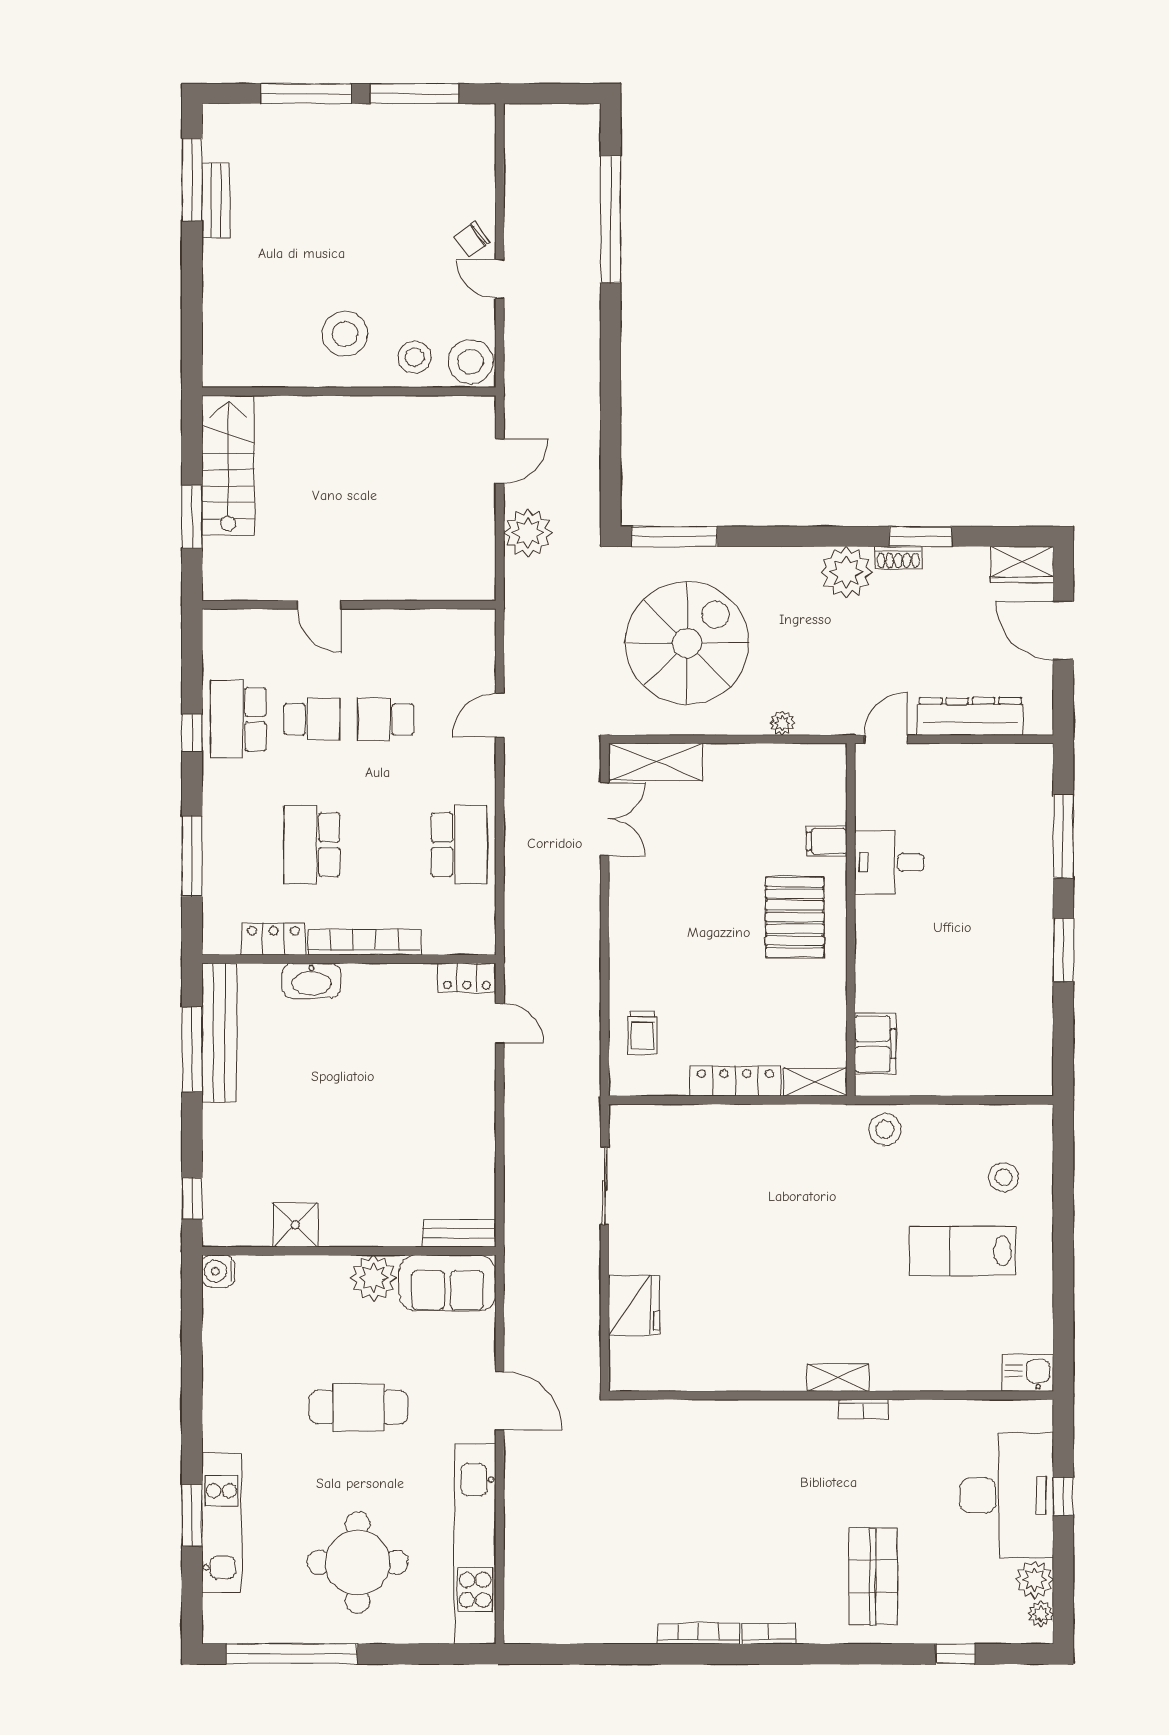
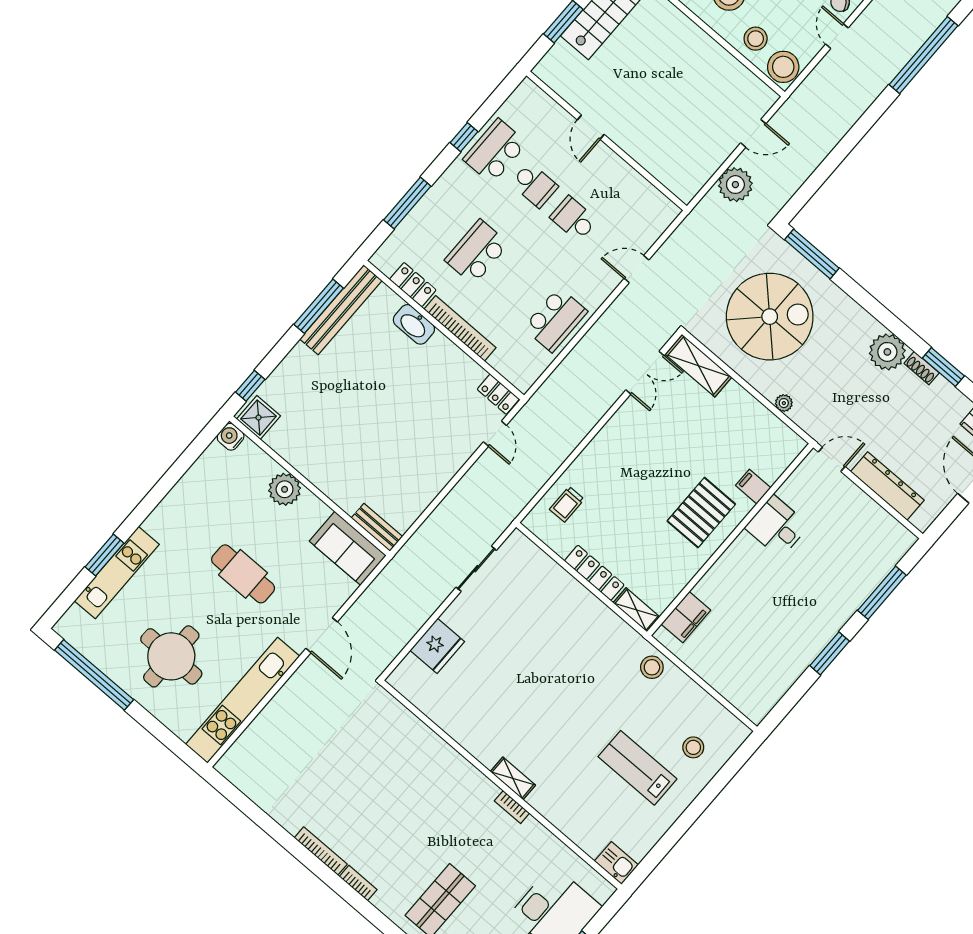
shower: (295, 1225) -> (258, 418), moved
plant: (374, 1278) -> (285, 489), moved

